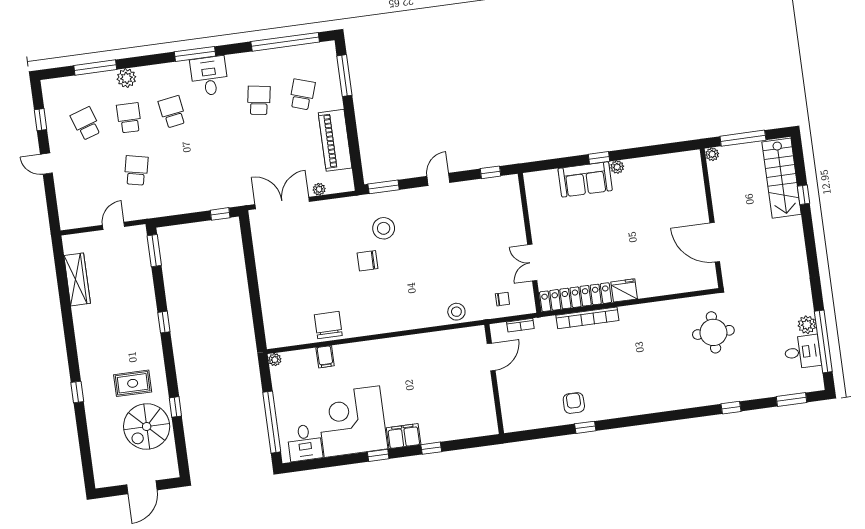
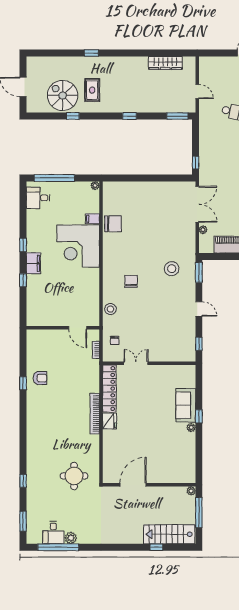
chair: (367, 261) -> (131, 281), moved
bookcase: (587, 318) -> (95, 414), moved
corner desk: (352, 422) -> (78, 246), moved, turned 180

